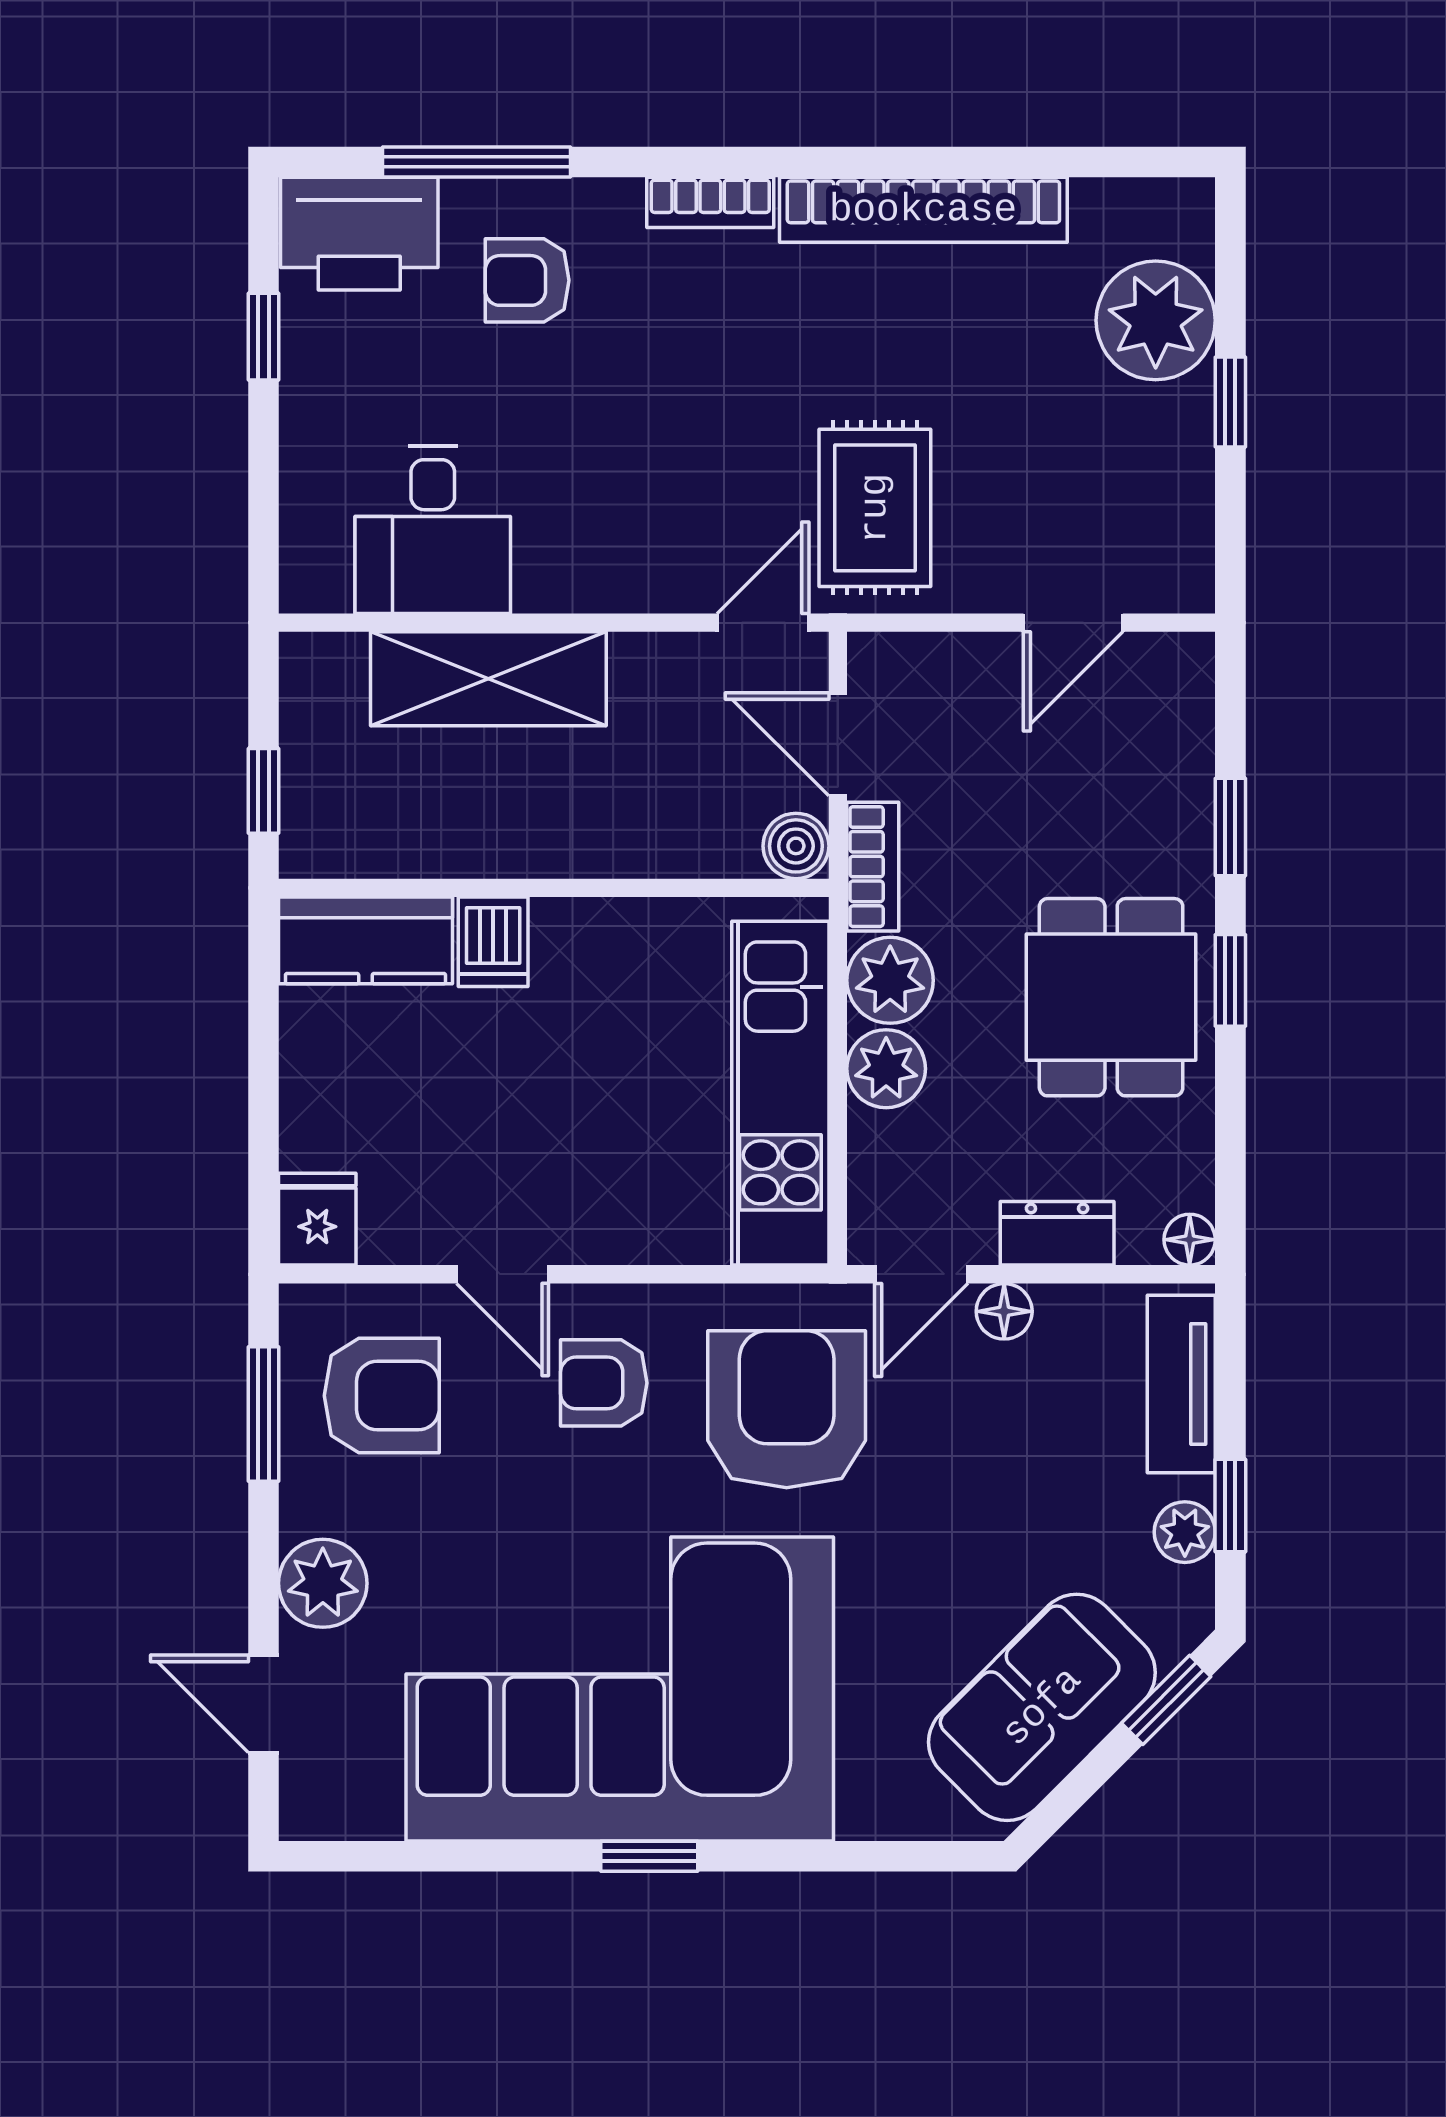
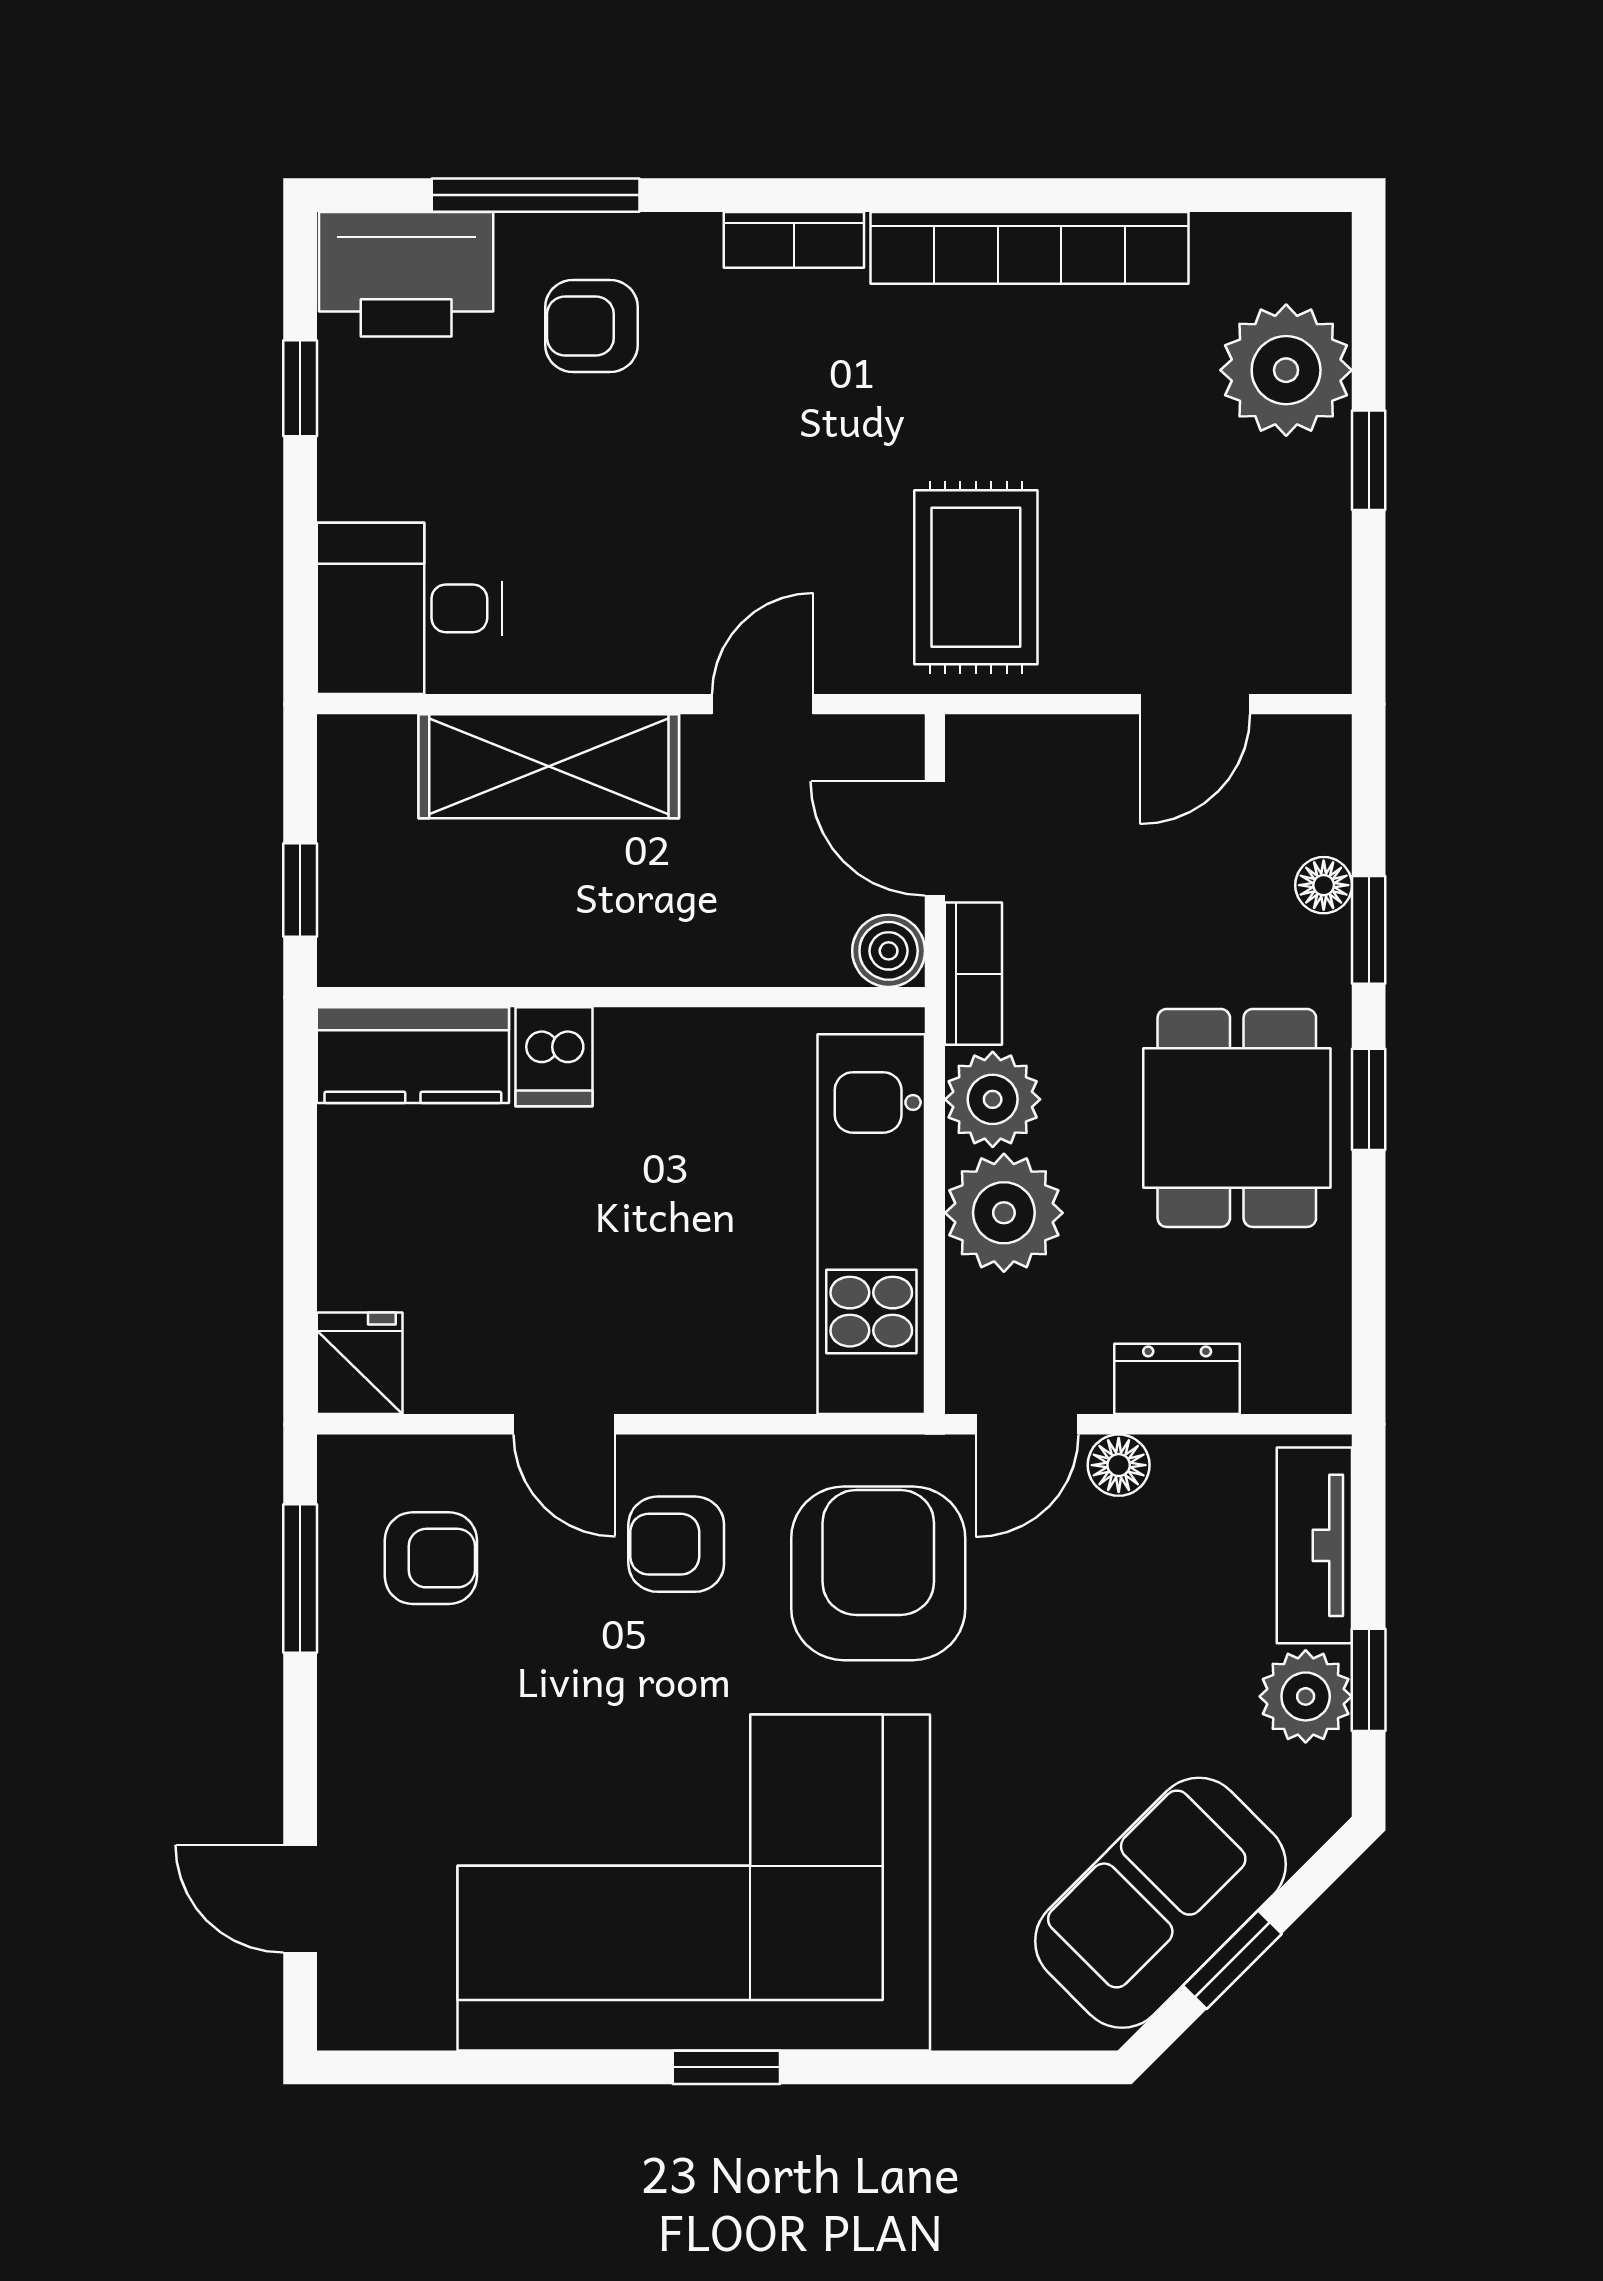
desk: (433, 530) -> (409, 608), moved, turned 90
door: (763, 623) -> (763, 704), moved
plant: (886, 1069) -> (1004, 1213), width x1.36, depth x1.36
floor lamp: (1190, 1240) -> (1324, 885), moved
armchair: (382, 1396) -> (431, 1558), width x0.72, depth x0.72
plant: (1185, 1532) -> (1306, 1696), width x1.38, depth x1.38
plant: (323, 1583) -> (366, 1766), removed
window: (1166, 1700) -> (1232, 1960), moved

